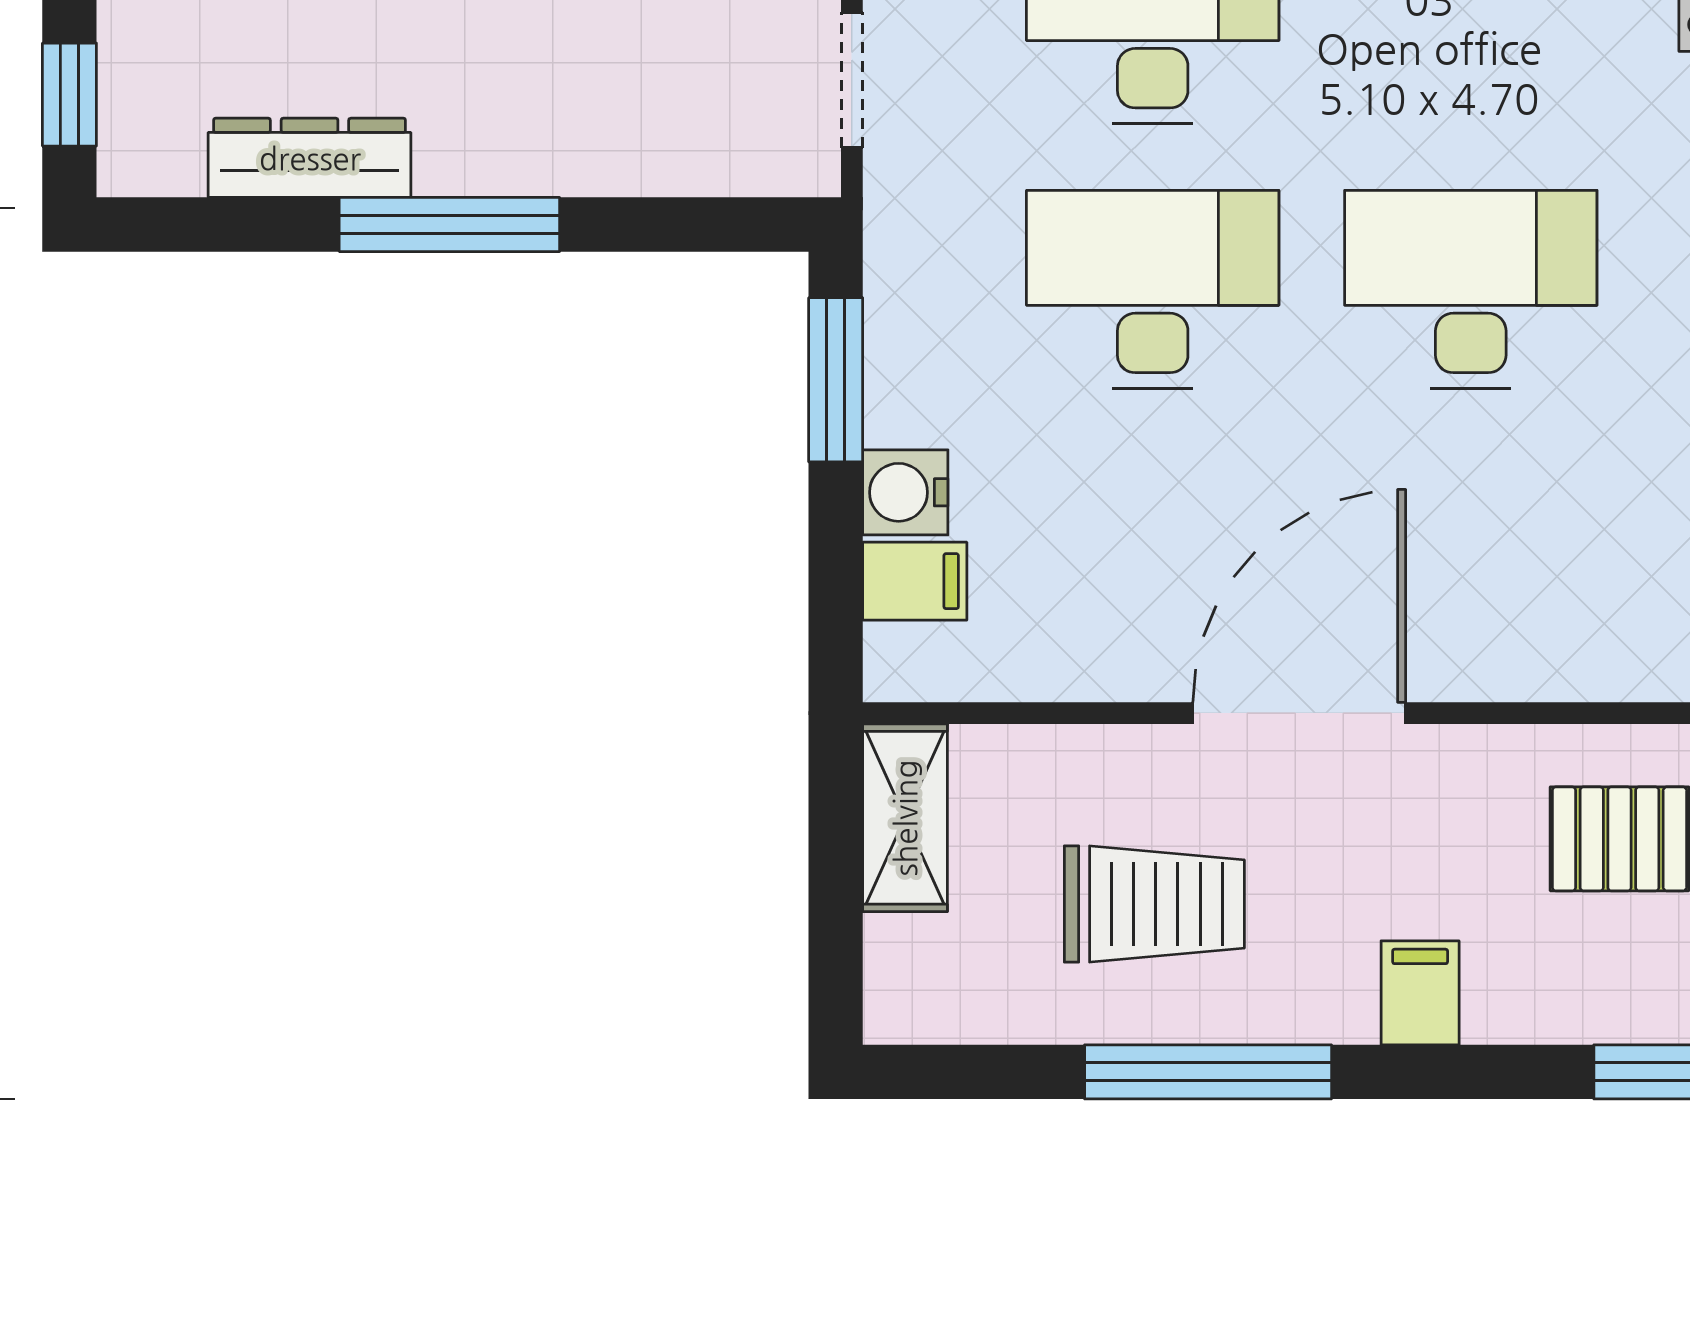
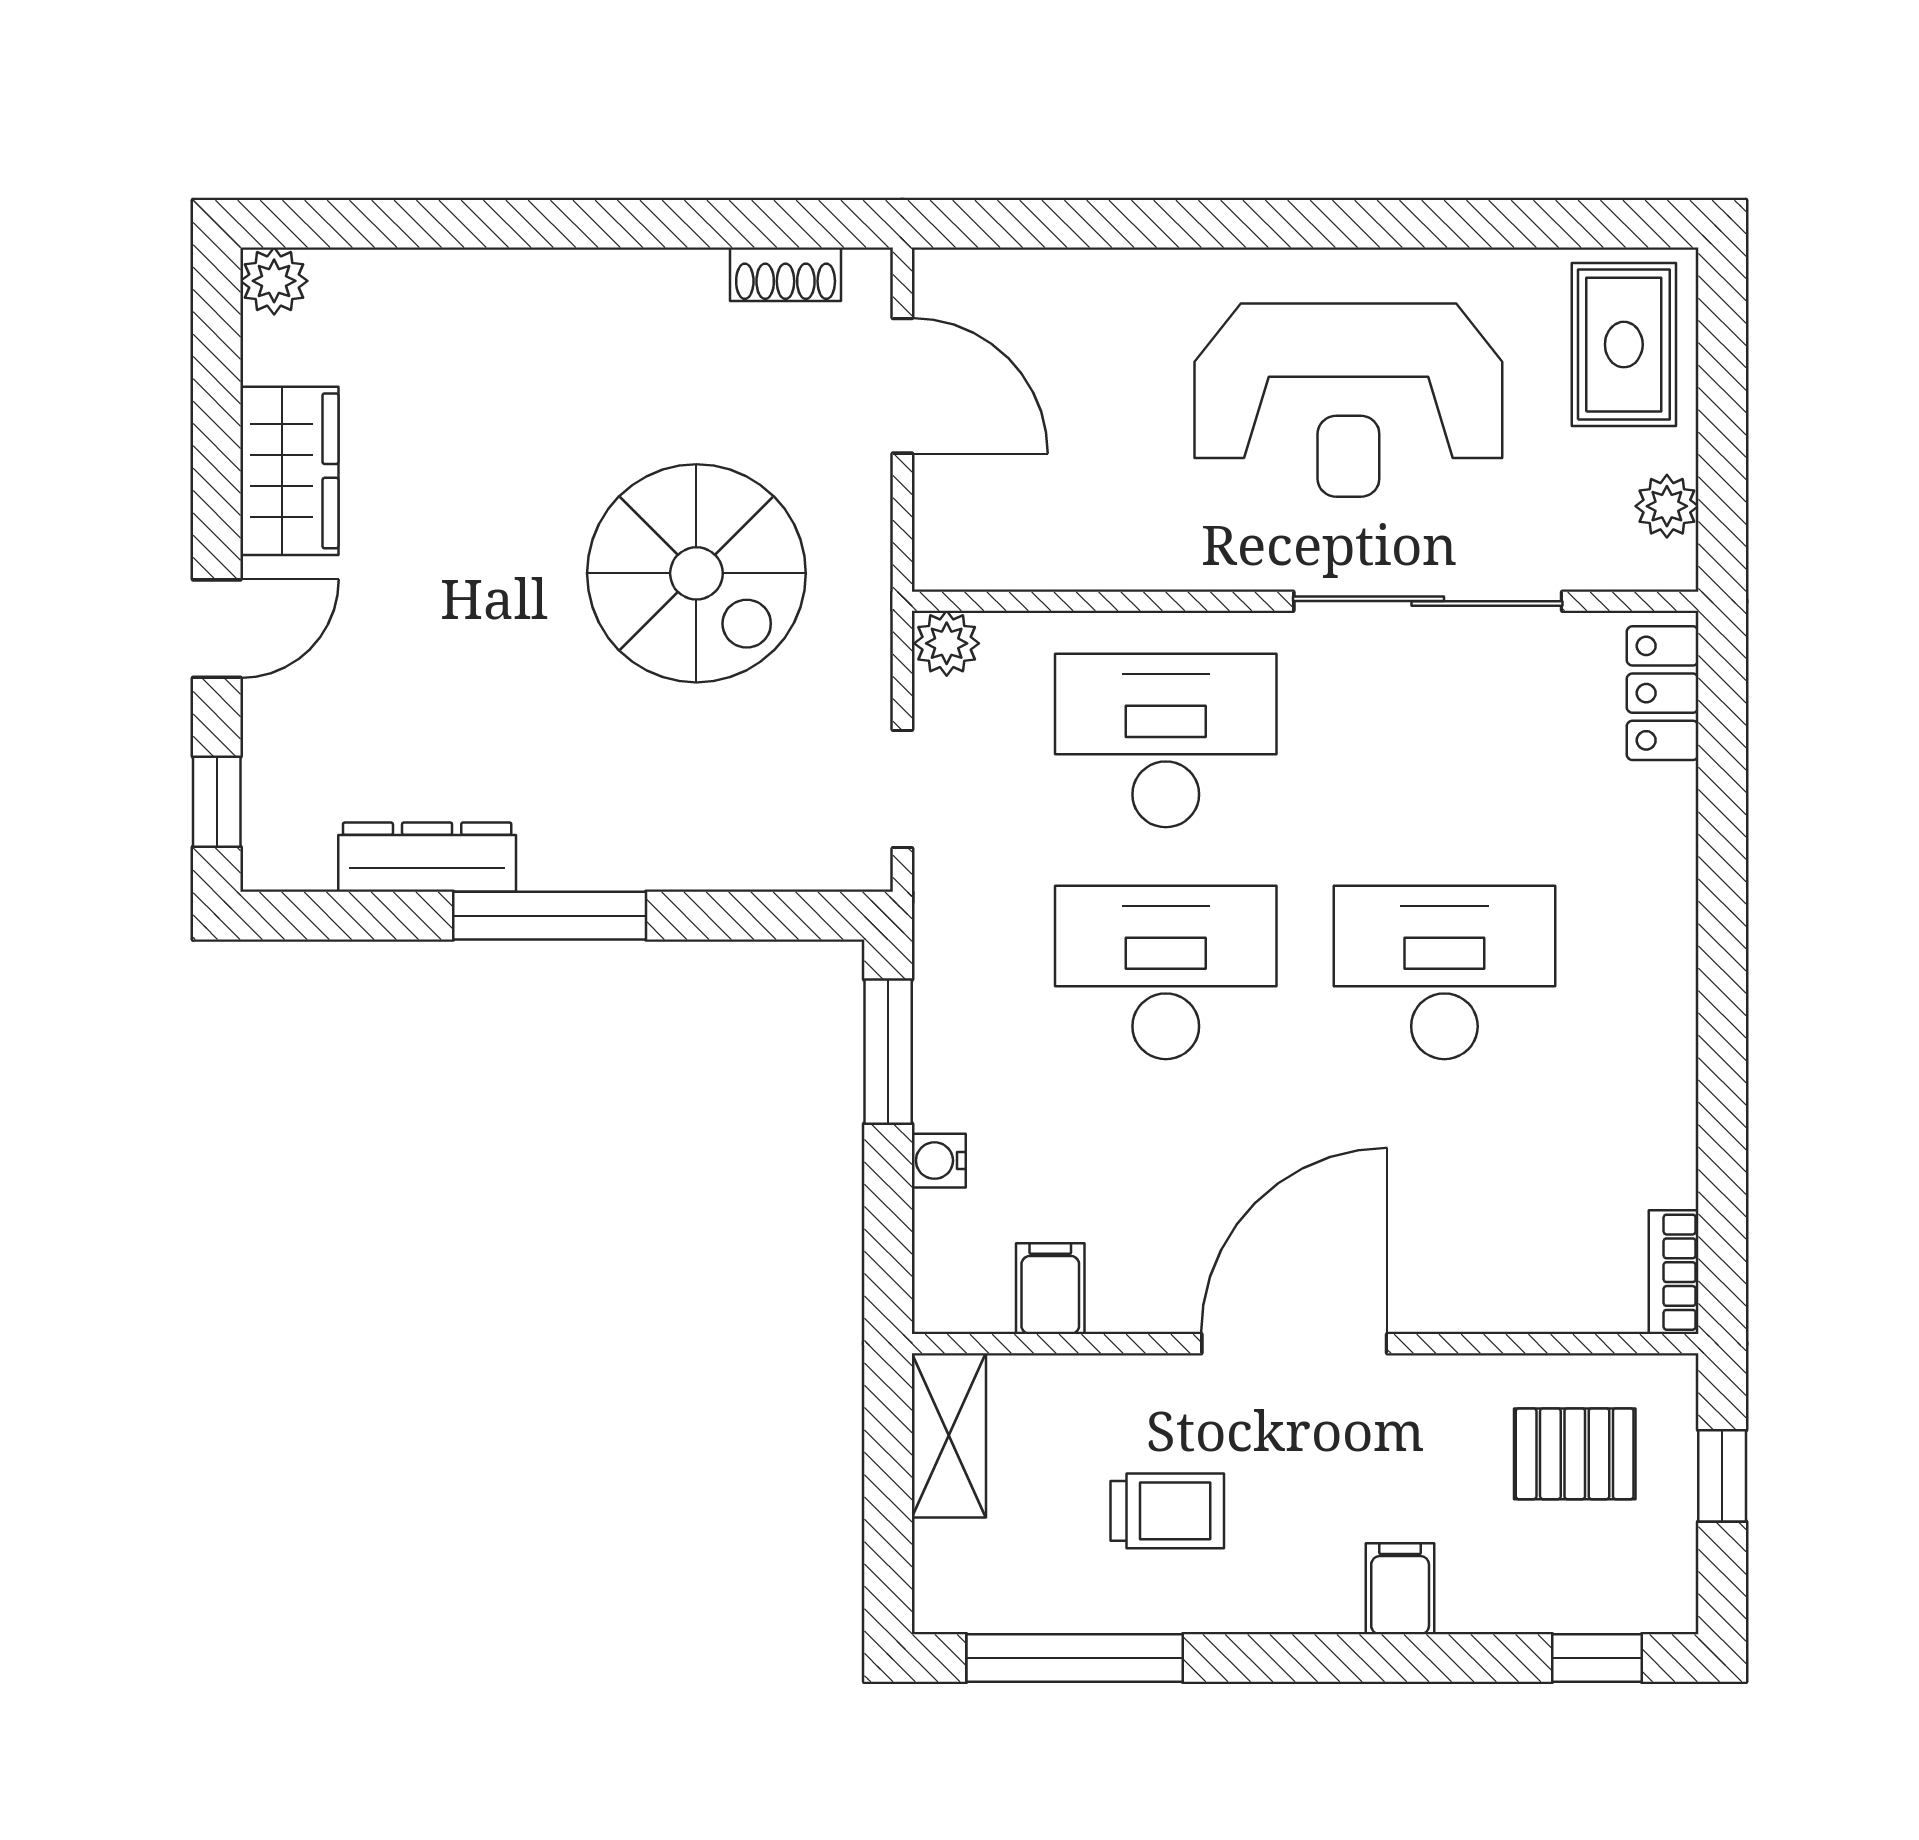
water cooler: (905, 492) -> (939, 1161), width x0.72, depth x0.72
filing cabinet: (915, 581) -> (1050, 1289), moved, turned -90
trolley: (1154, 904) -> (1167, 1511), width x0.73, depth x0.72
window: (1208, 1072) -> (1075, 1658), moved

